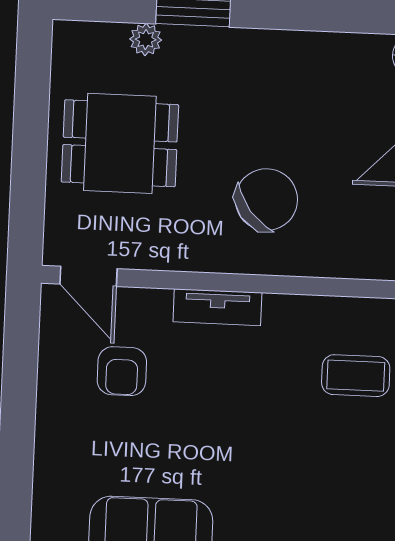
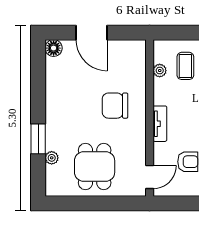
chair: (266, 200) -> (115, 106), turned -52
plant: (347, 312) -> (160, 71), added

